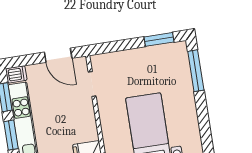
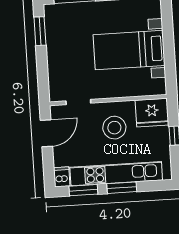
stool: (70, 122) -> (114, 128), added

